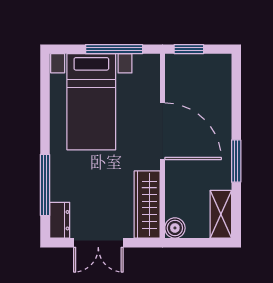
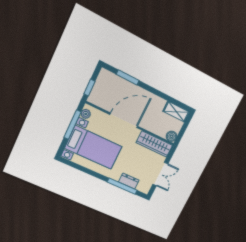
plant: (143, 63) -> (86, 114), added
window: (236, 161) -> (128, 77), moved
dresser: (60, 220) -> (129, 181), moved

